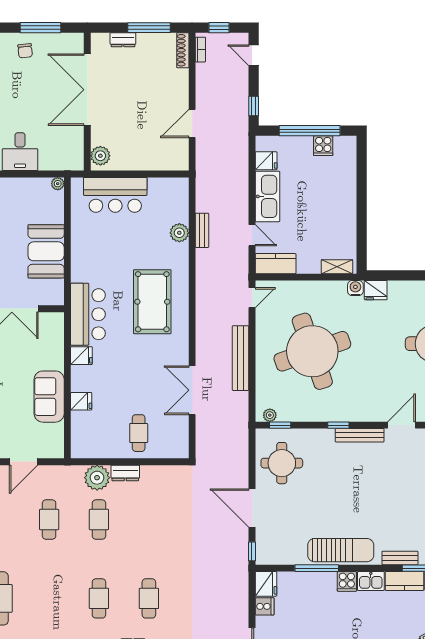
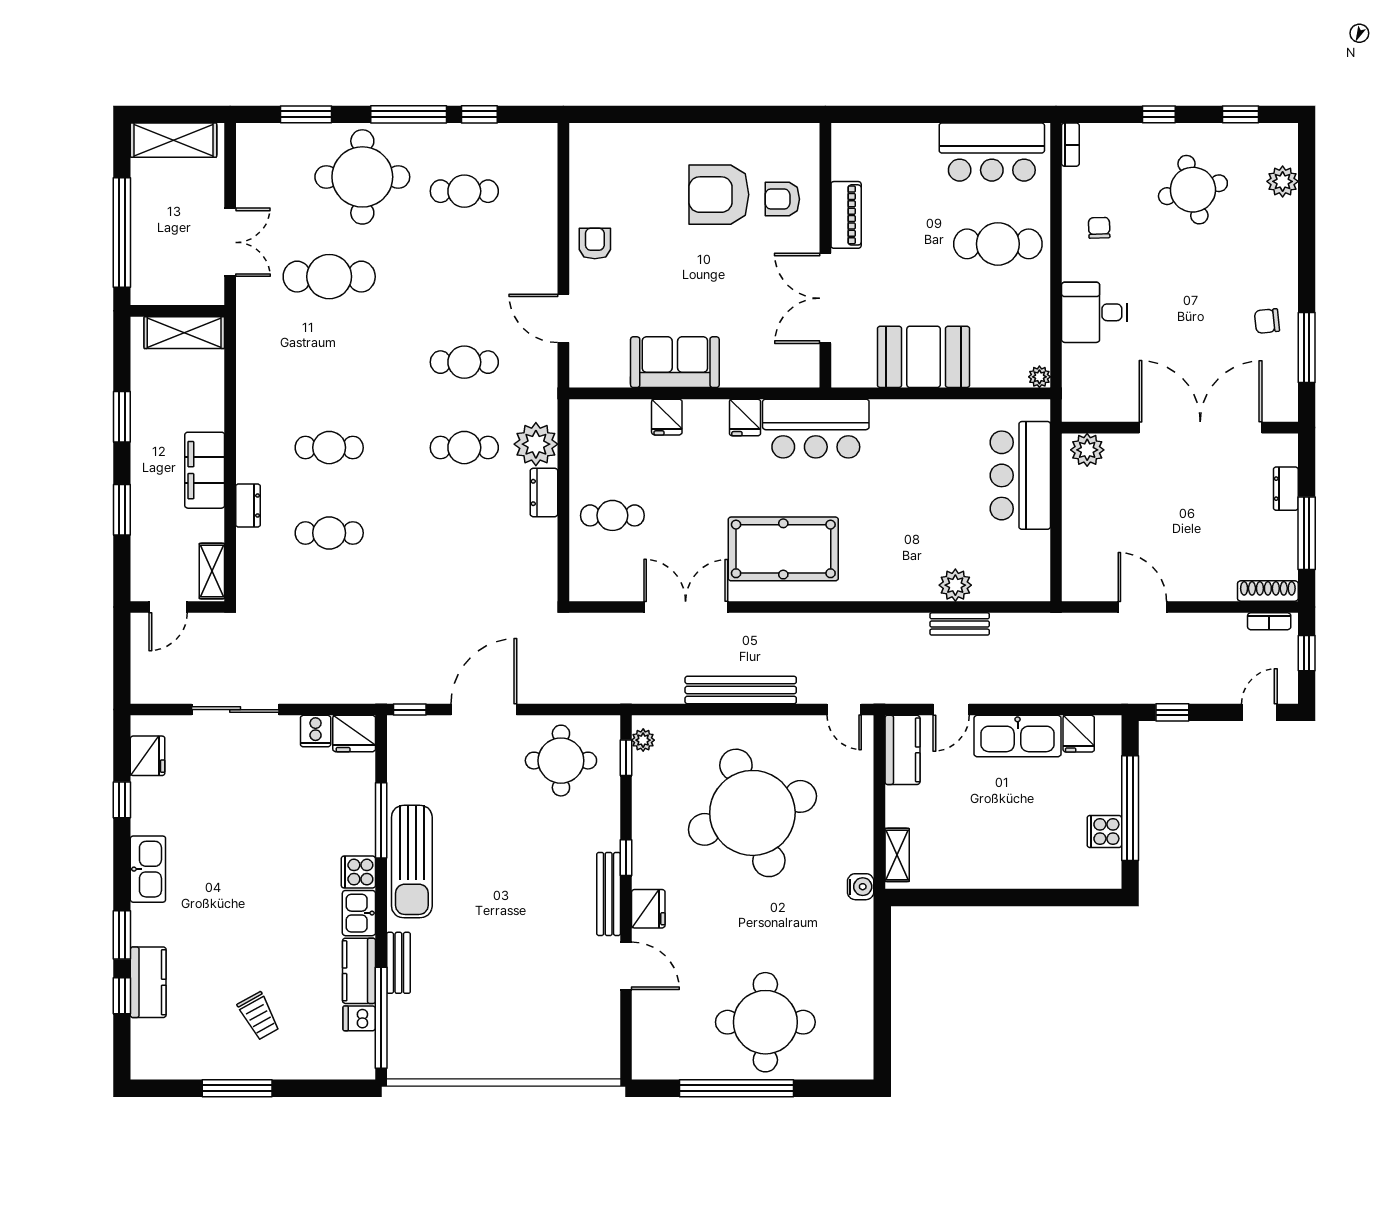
fridge: (376, 290) -> (648, 909), moved, turned 180
pool table: (152, 302) -> (783, 549), moved

